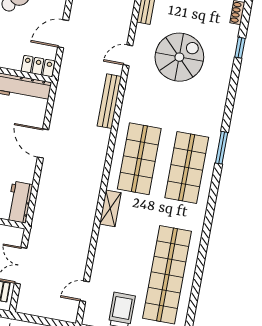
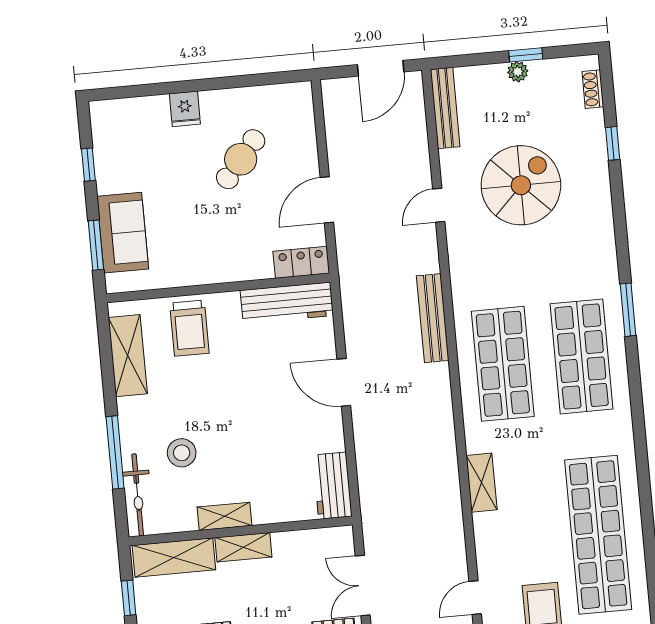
bench: (109, 101) -> (433, 318), moved
shelving: (110, 208) -> (482, 483), moved

